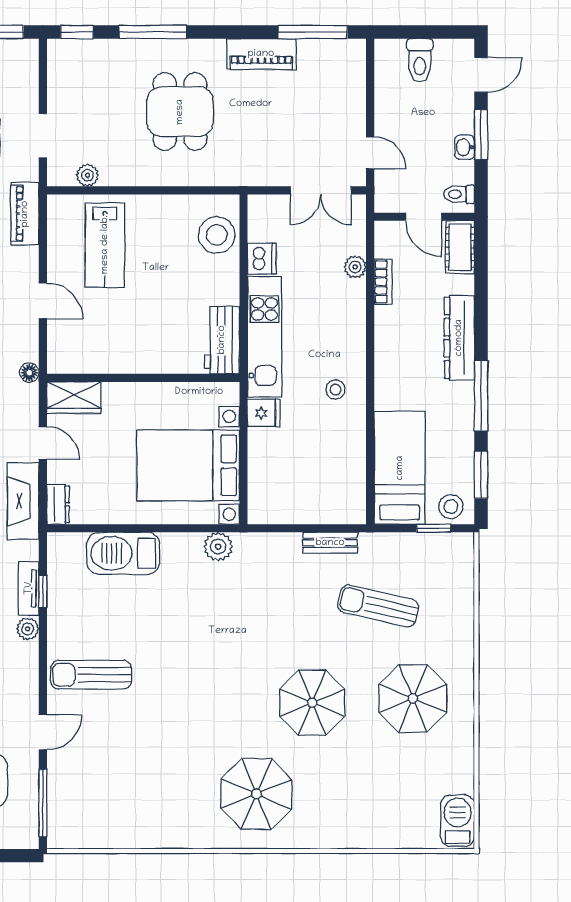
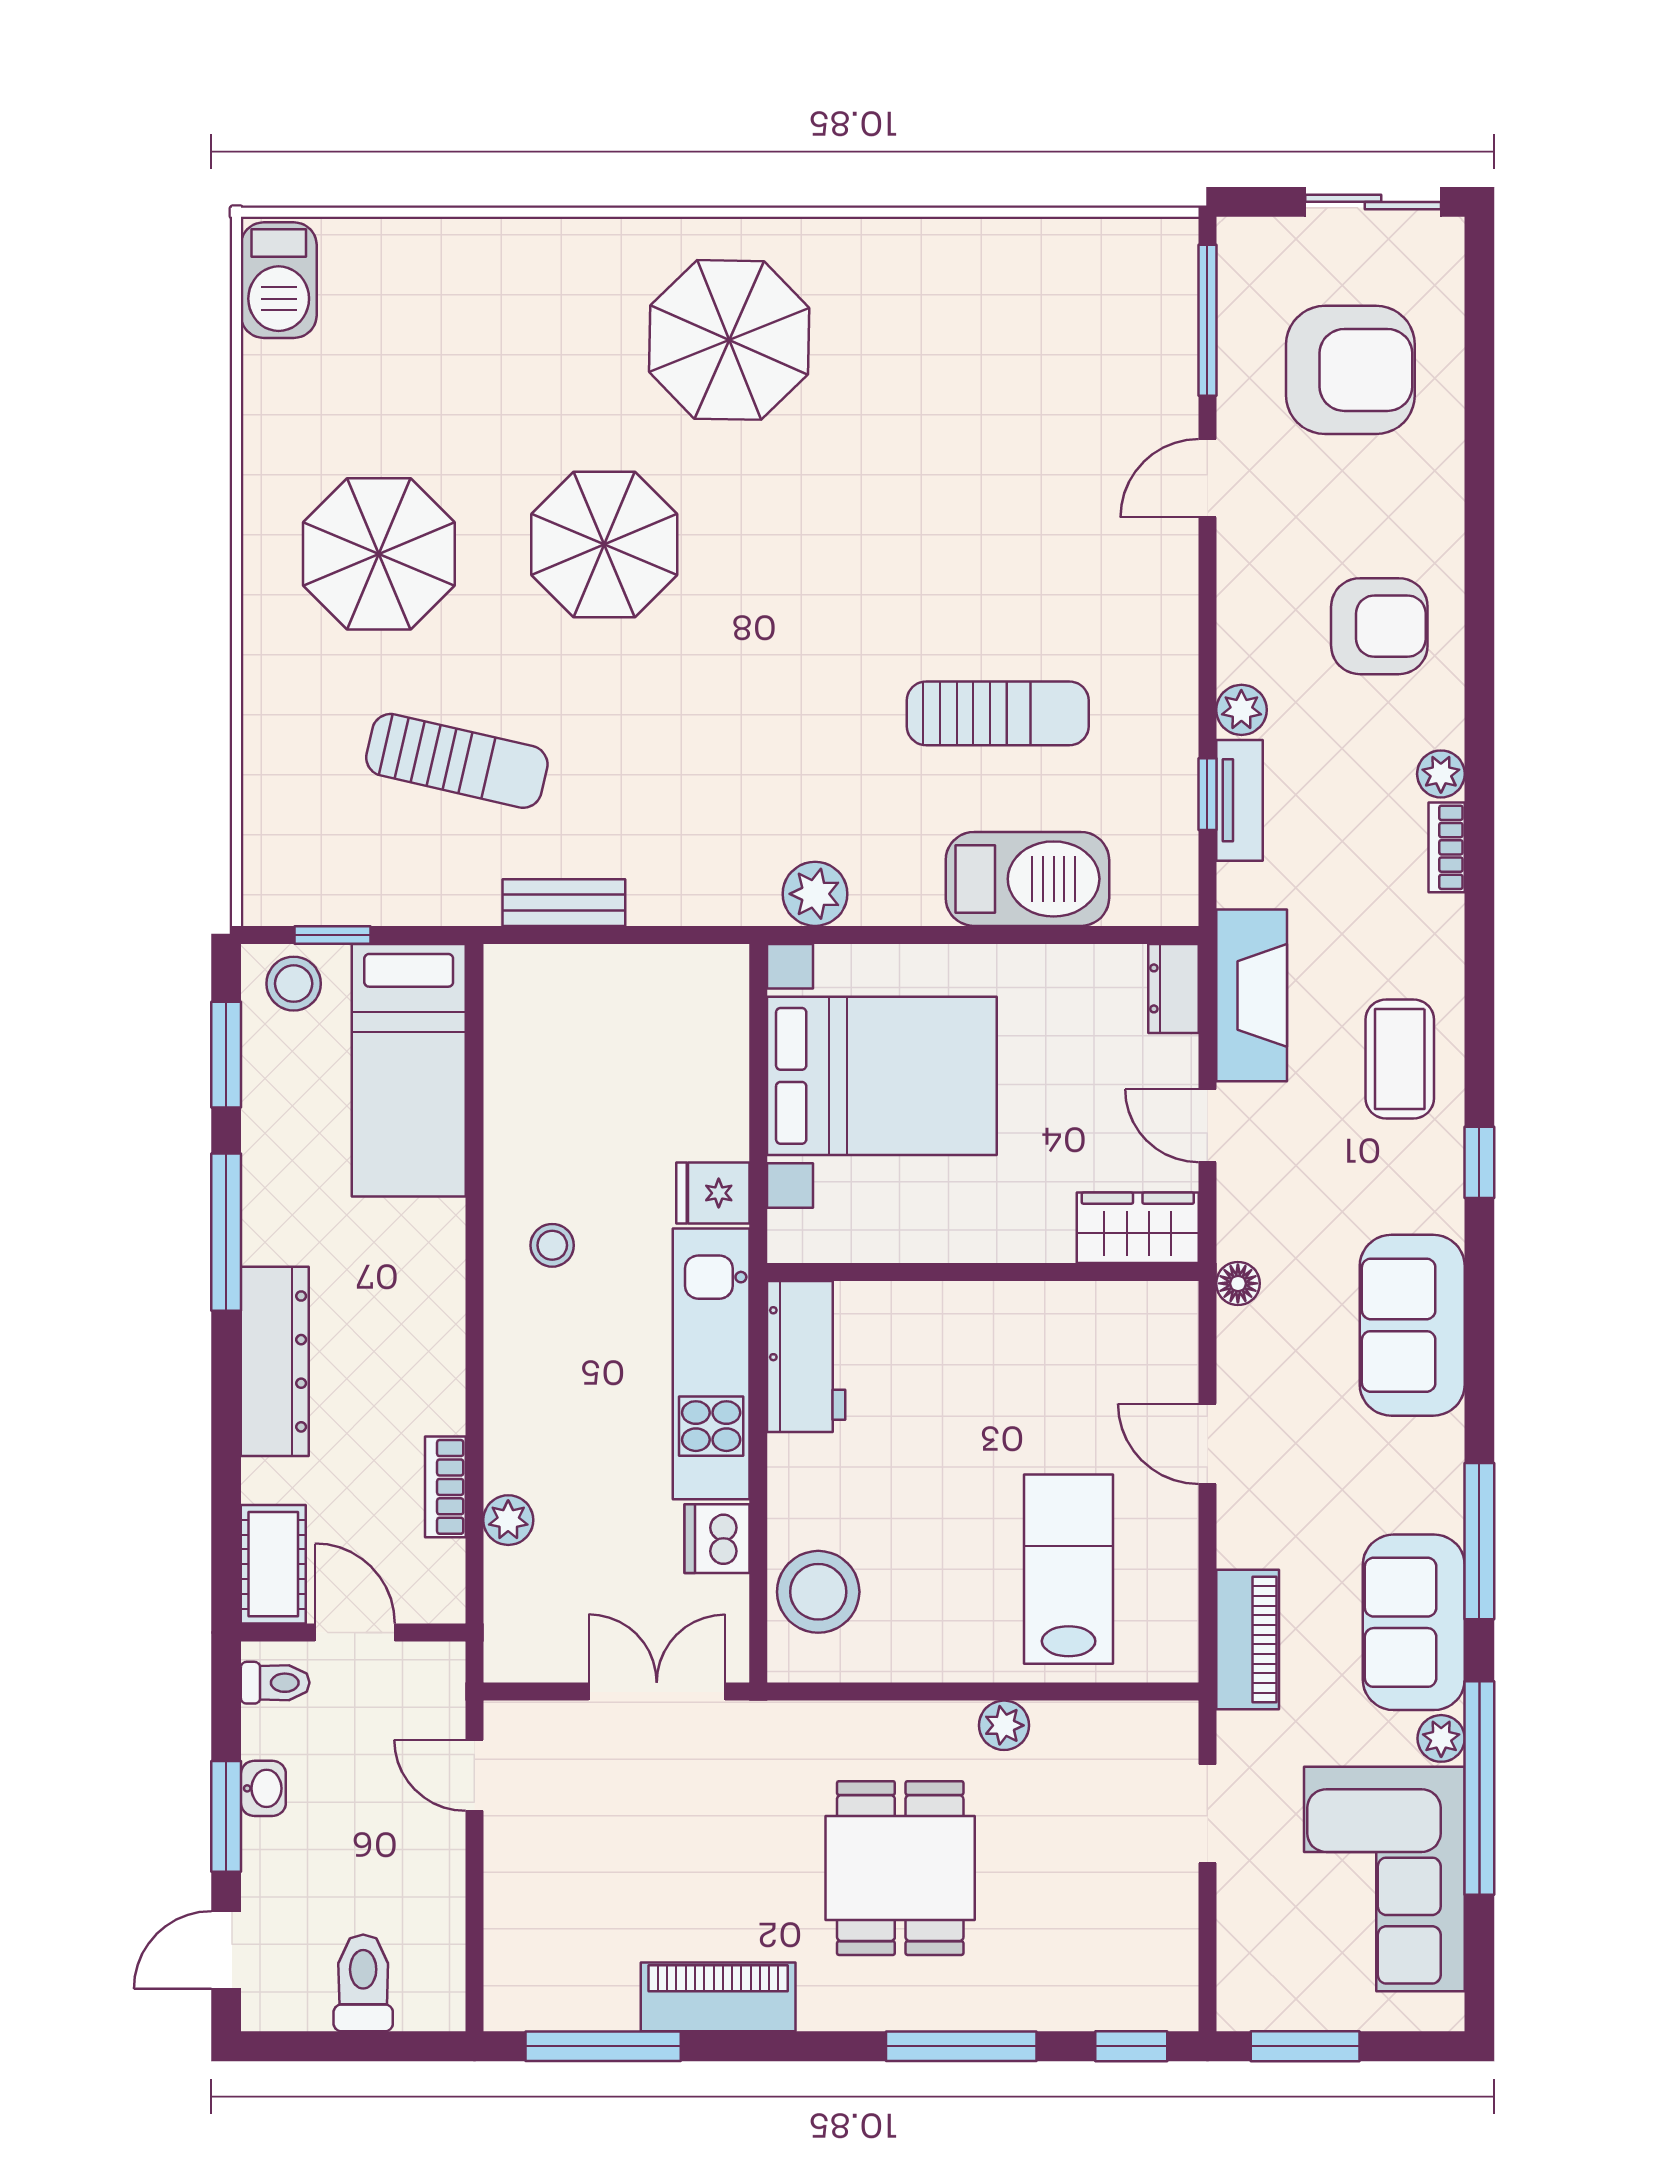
plant: (88, 175) -> (1004, 1725), moved
double door: (321, 190) -> (657, 1692), moved
sun lounger: (91, 675) -> (998, 713), moved

